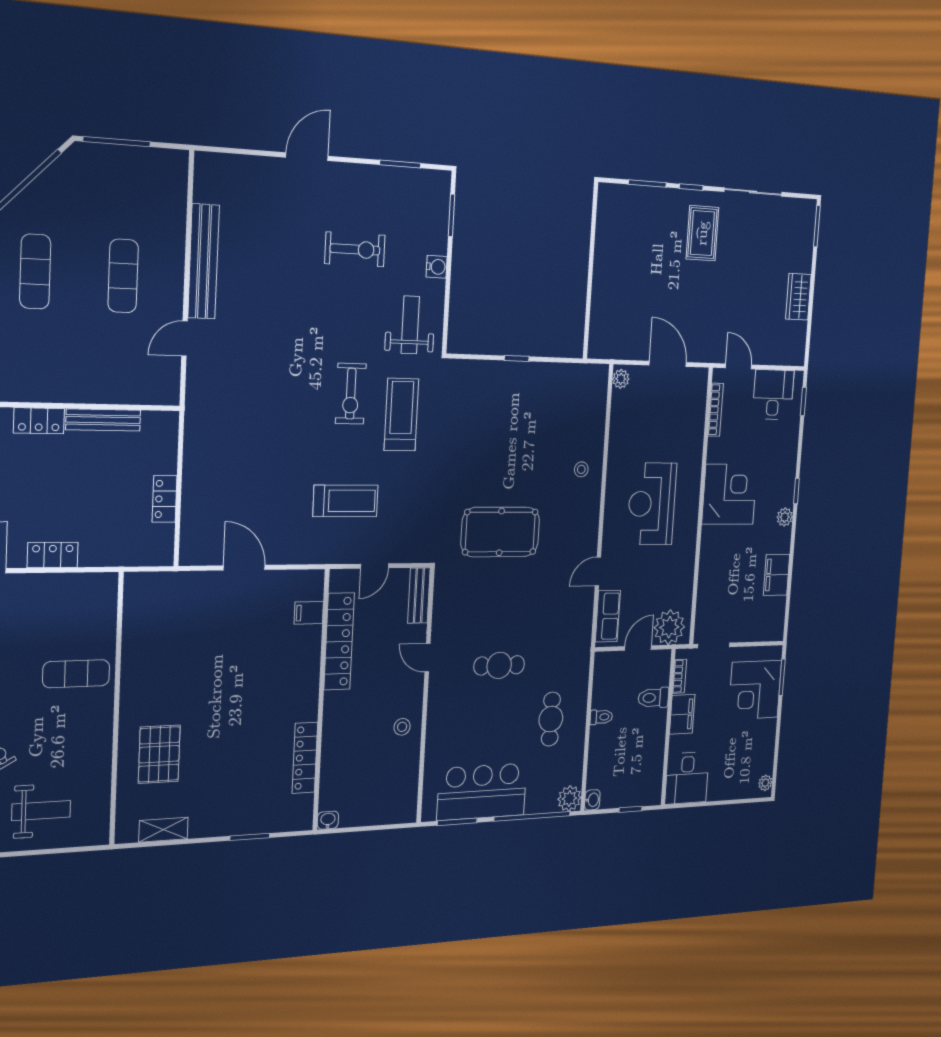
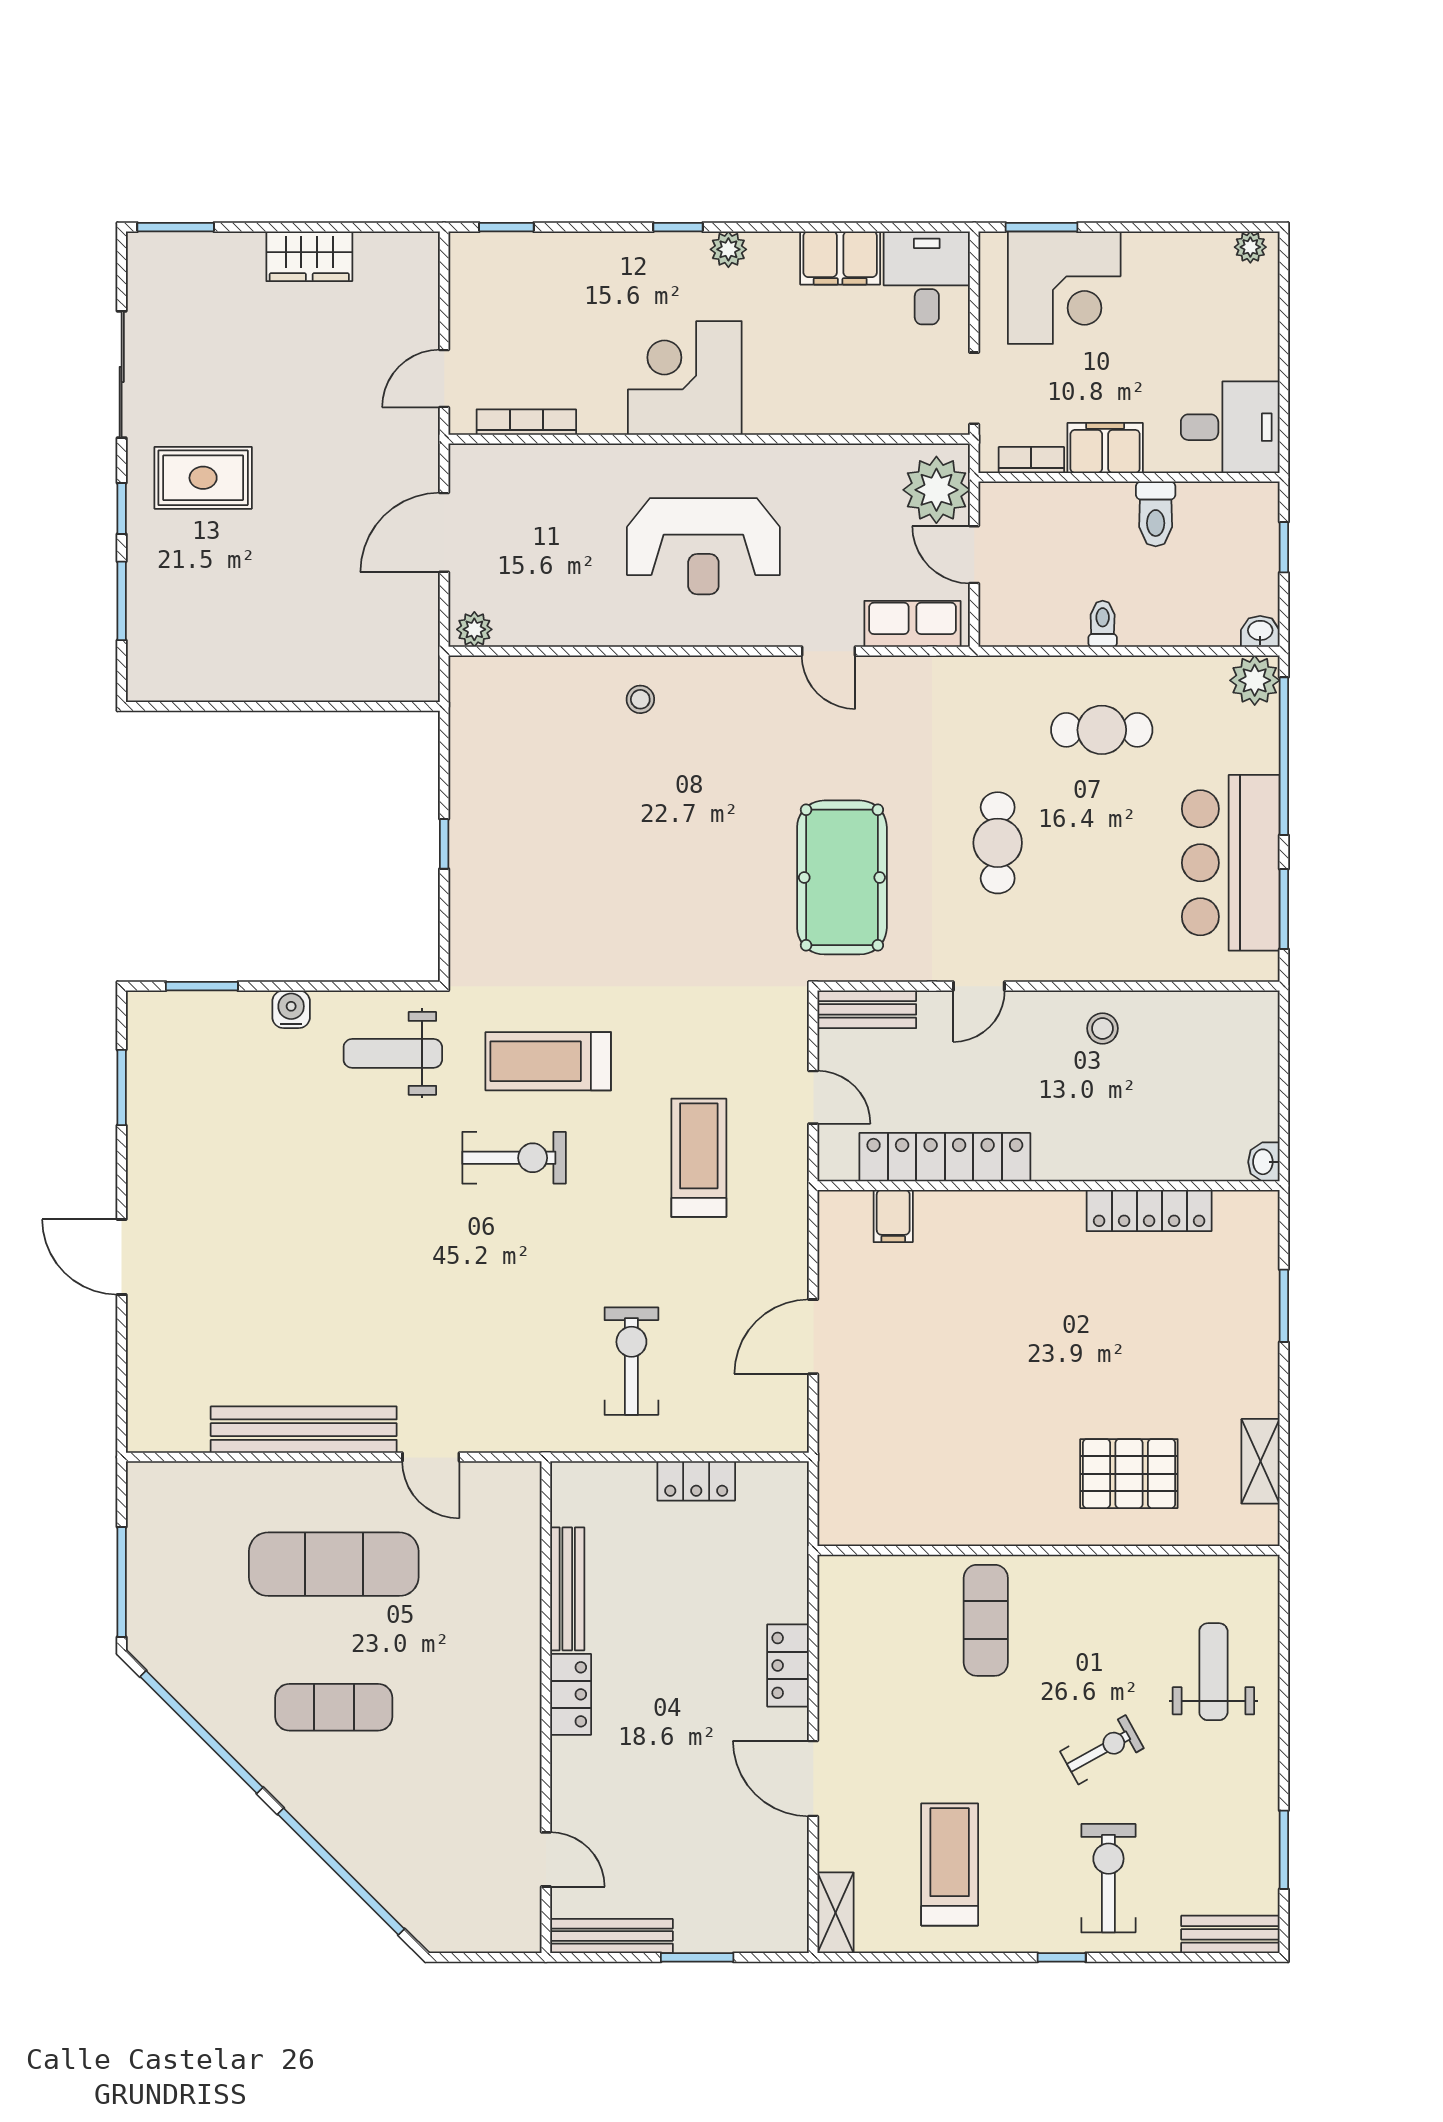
exercise bike: (355, 249) -> (631, 1361), moved
exercise mat: (123, 276) -> (334, 1564), width x1.36, depth x1.45
desk: (773, 395) -> (927, 278), moved, turned 90
pool table: (500, 532) -> (842, 877), moved
toilet: (653, 698) -> (1156, 514), moved

